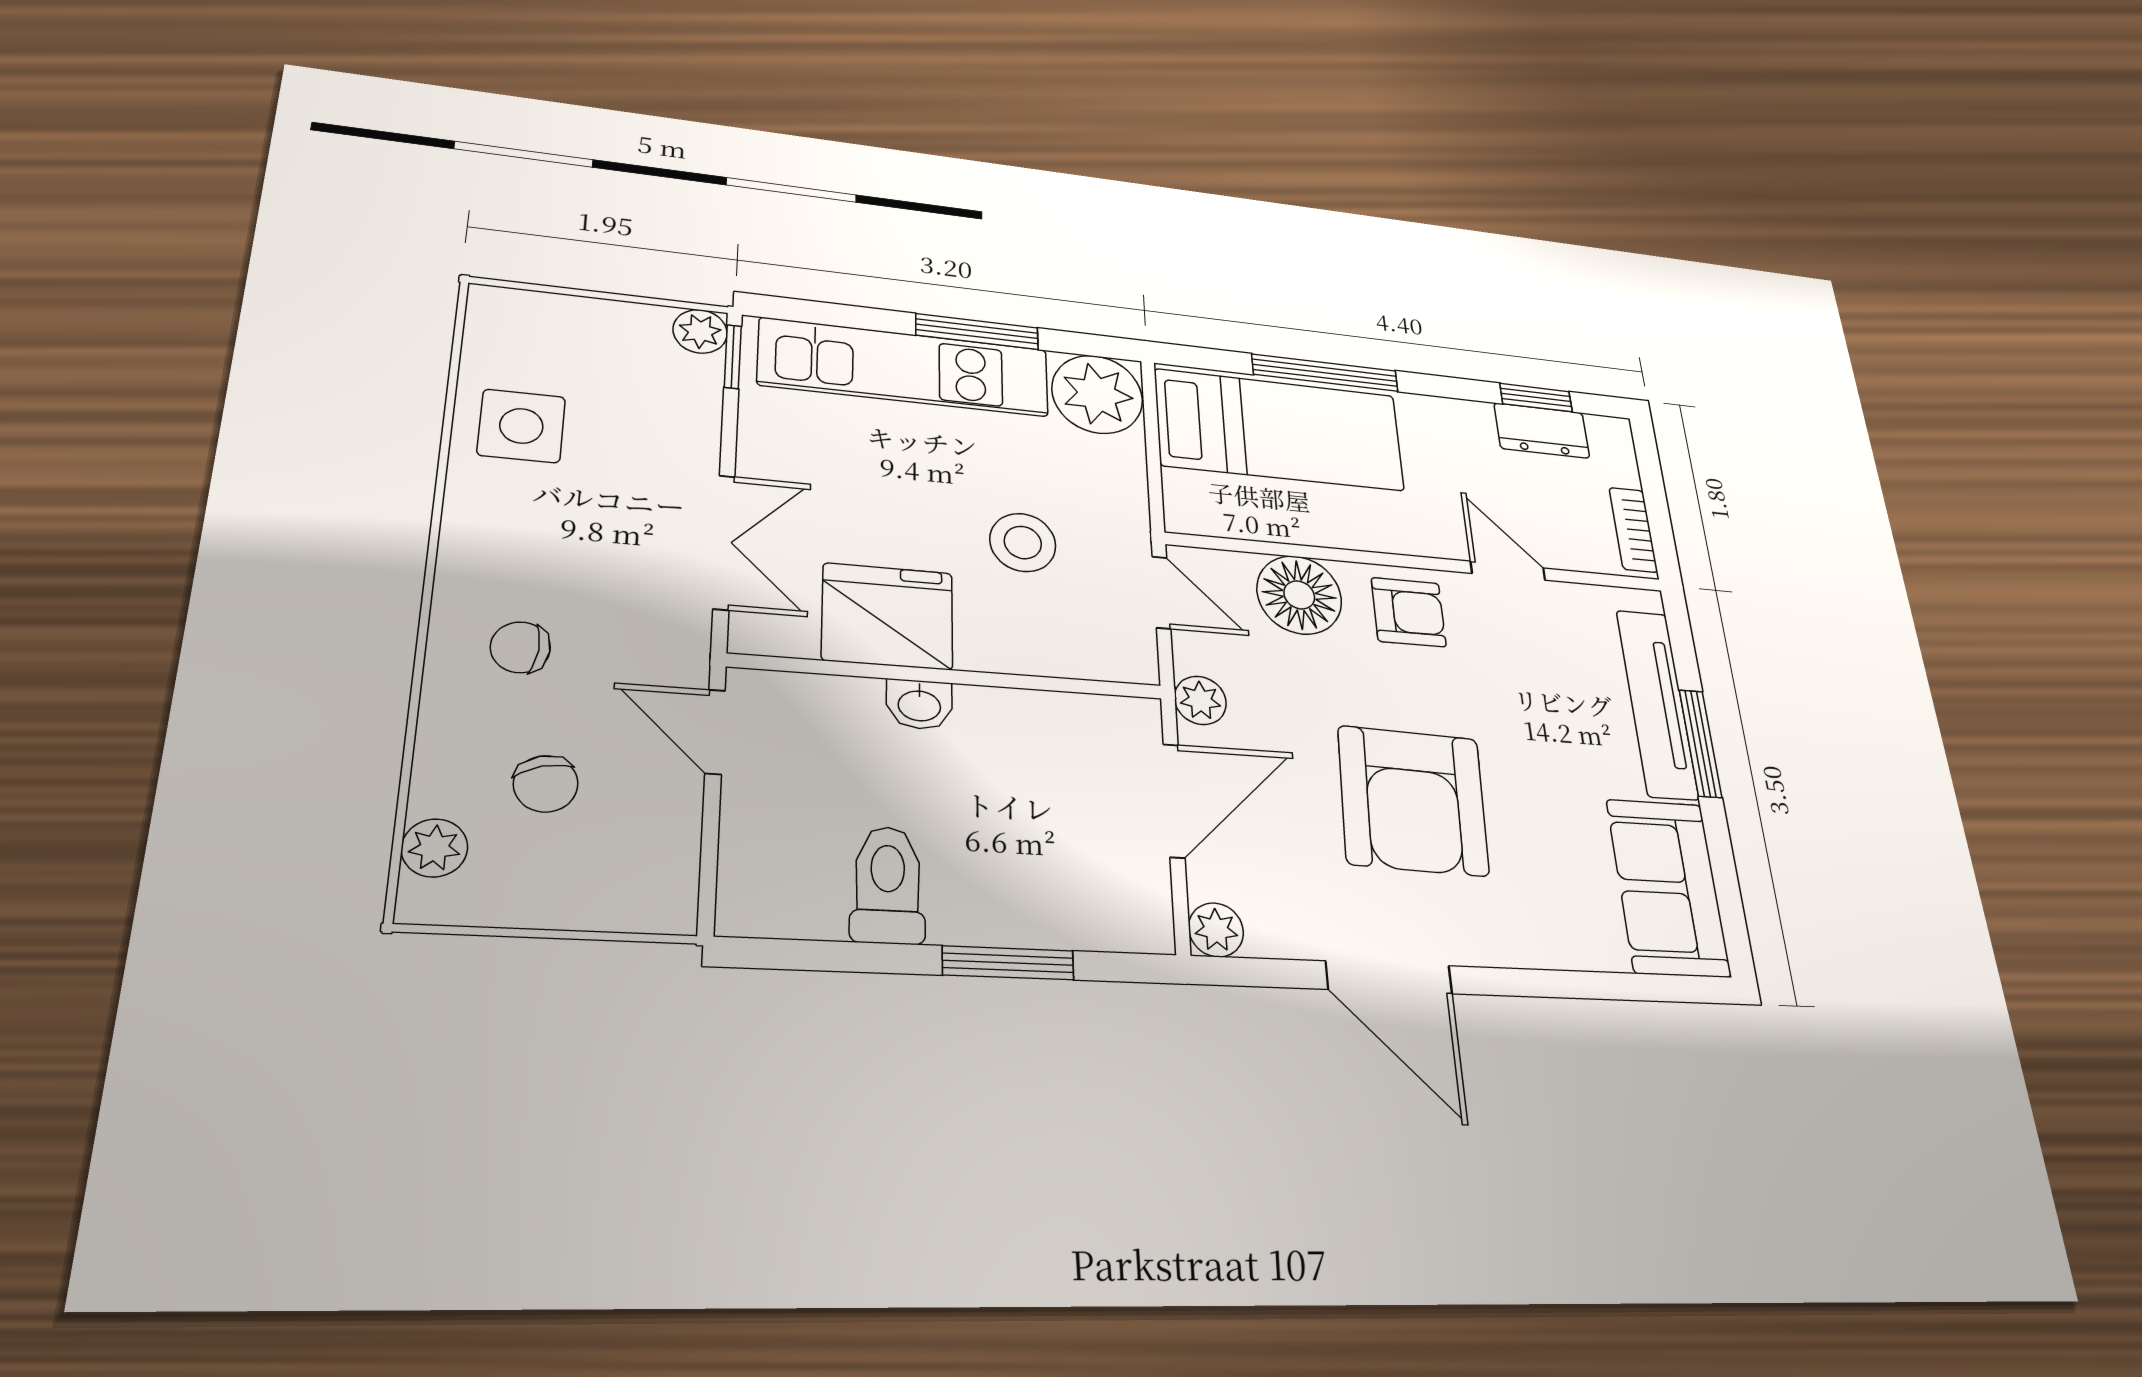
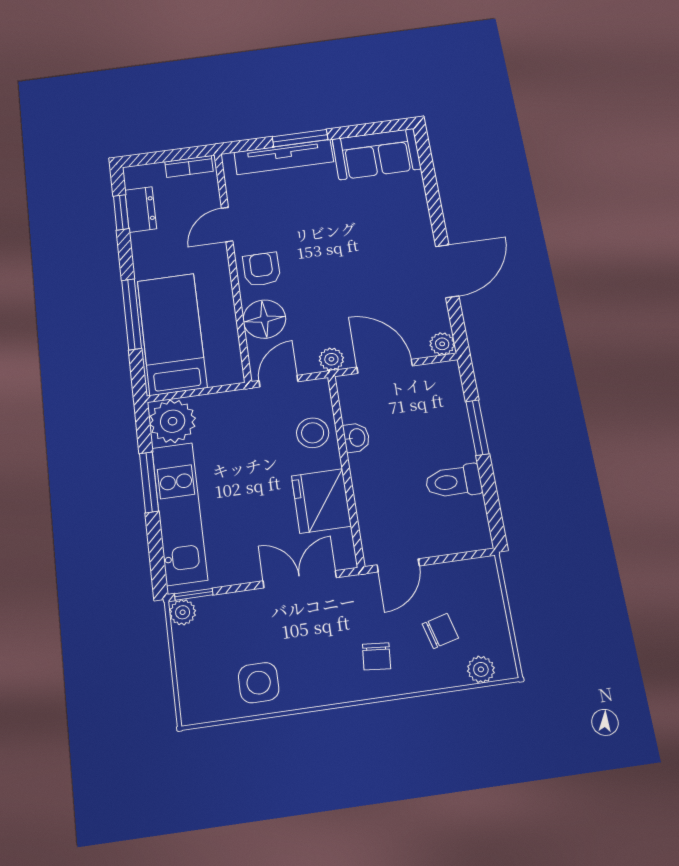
stool: (1023, 542) -> (313, 433), moved
washbasin: (919, 704) -> (356, 438), moved
armchair: (1413, 801) -> (360, 264), removed

